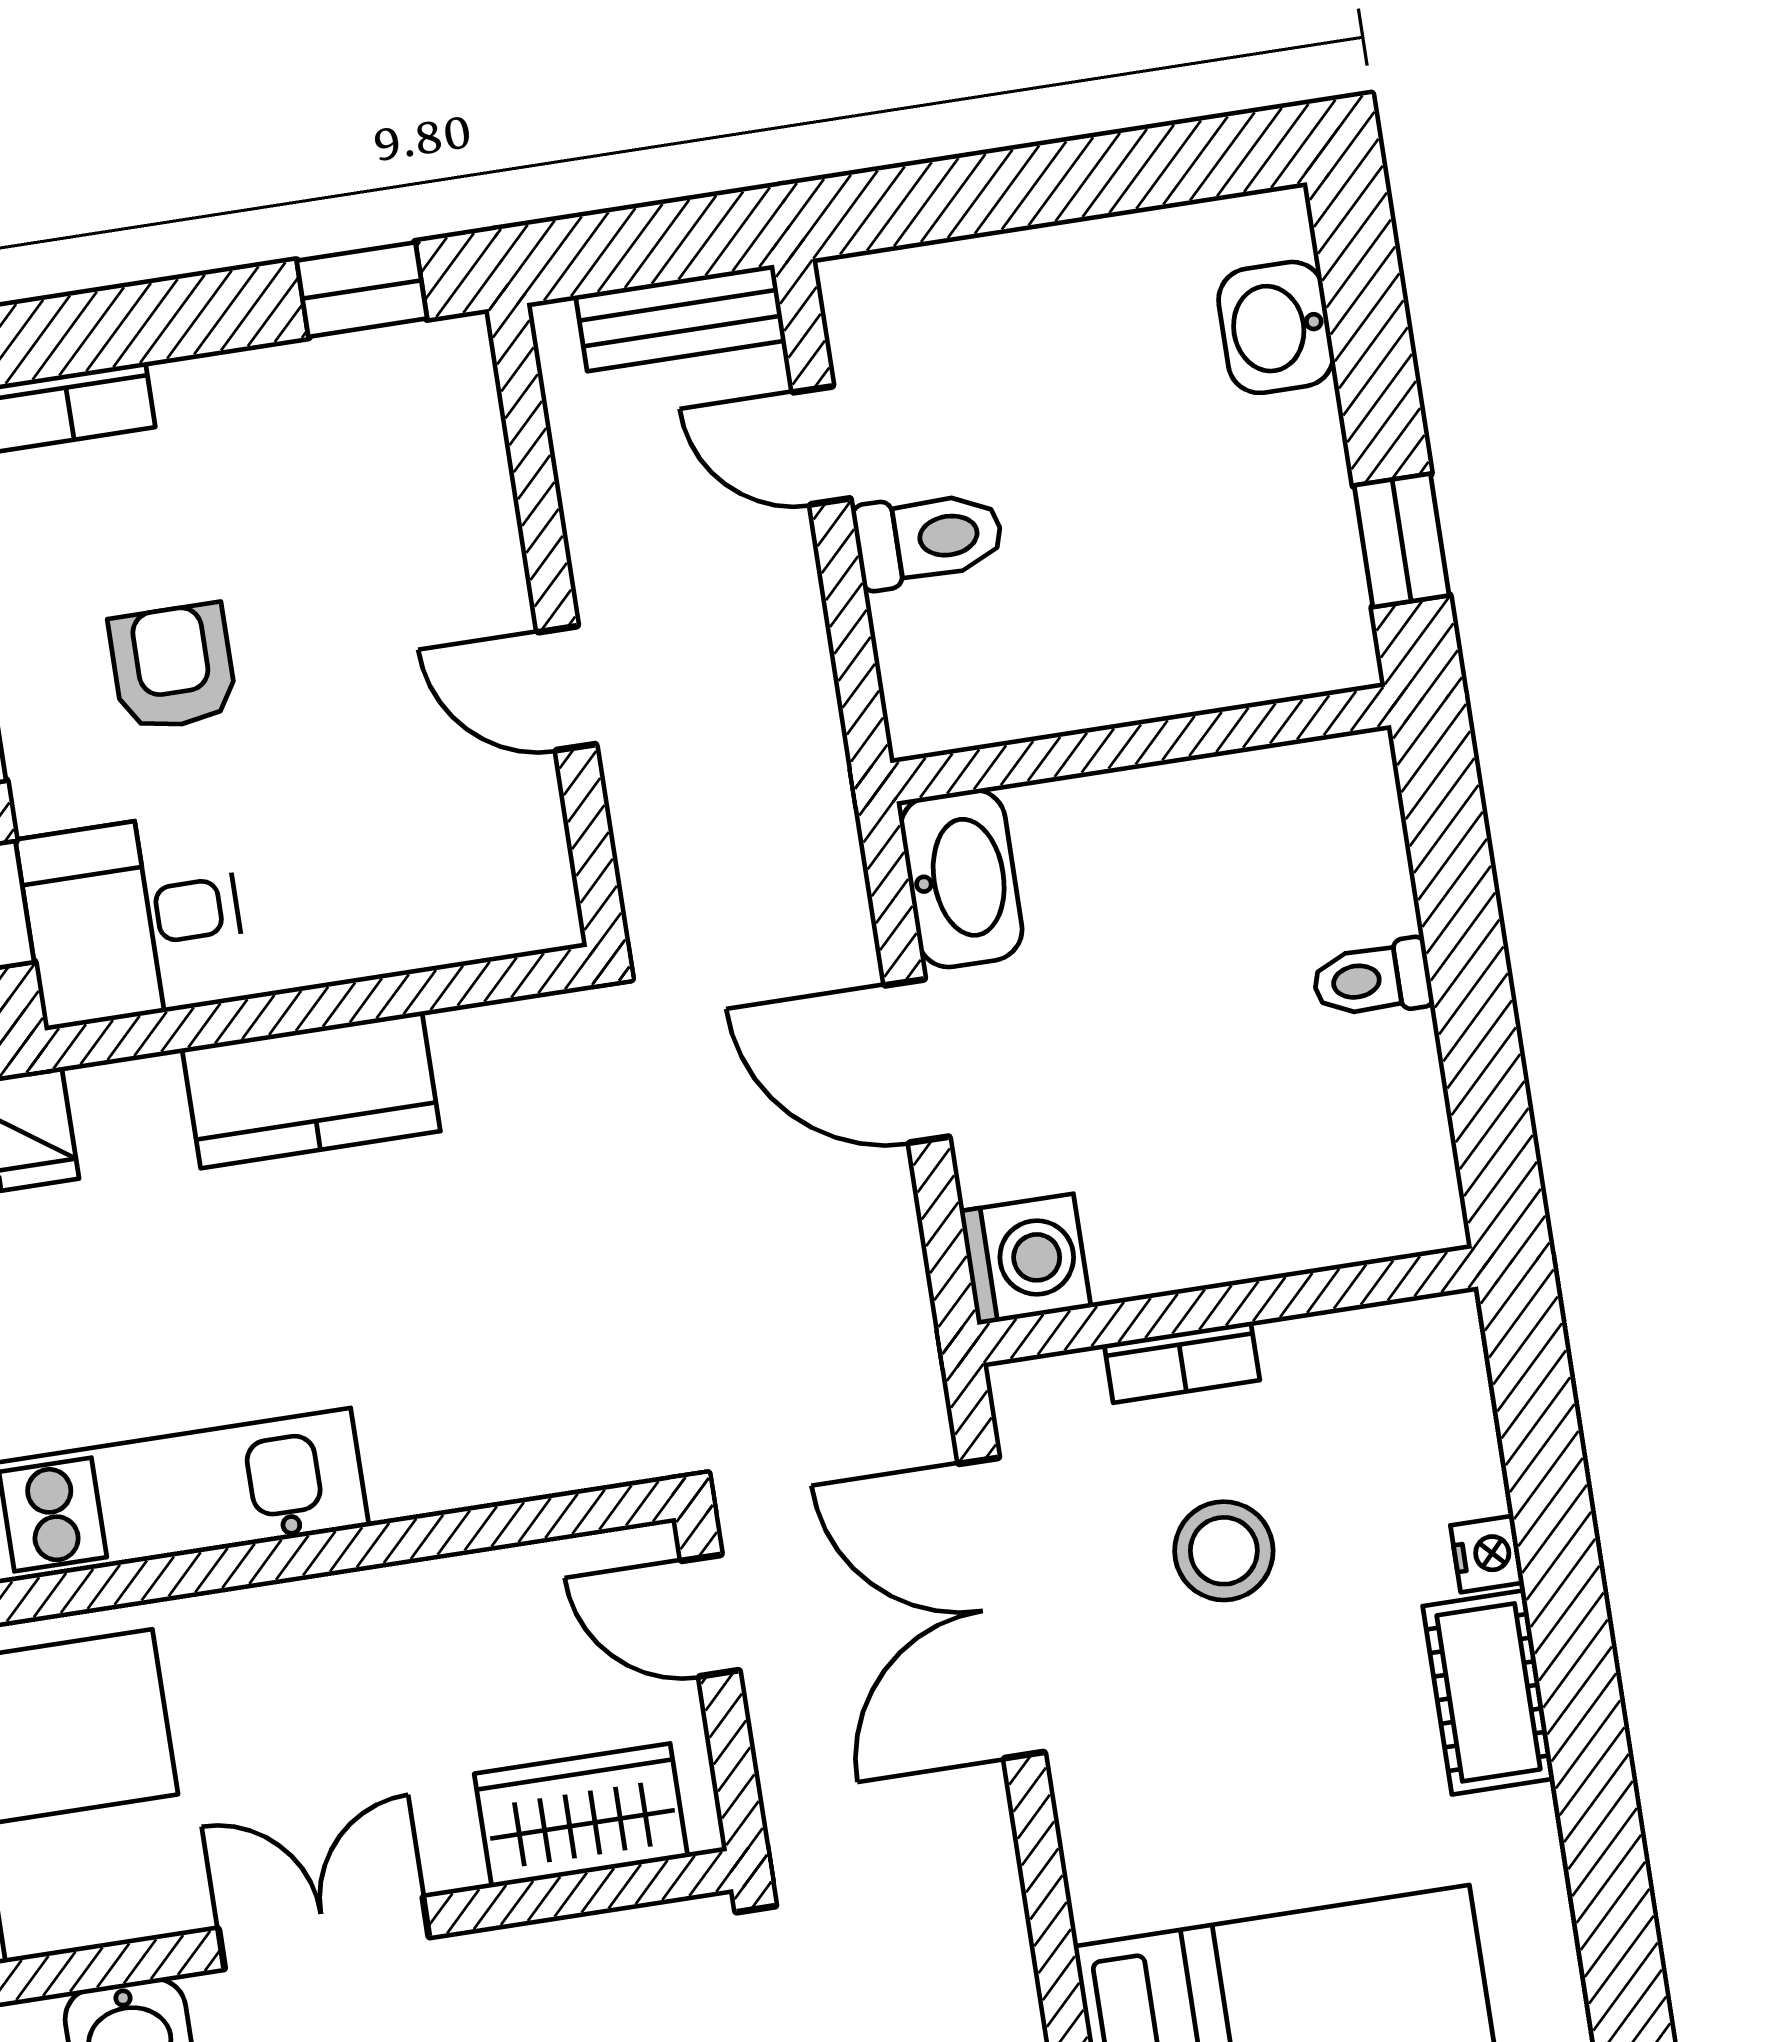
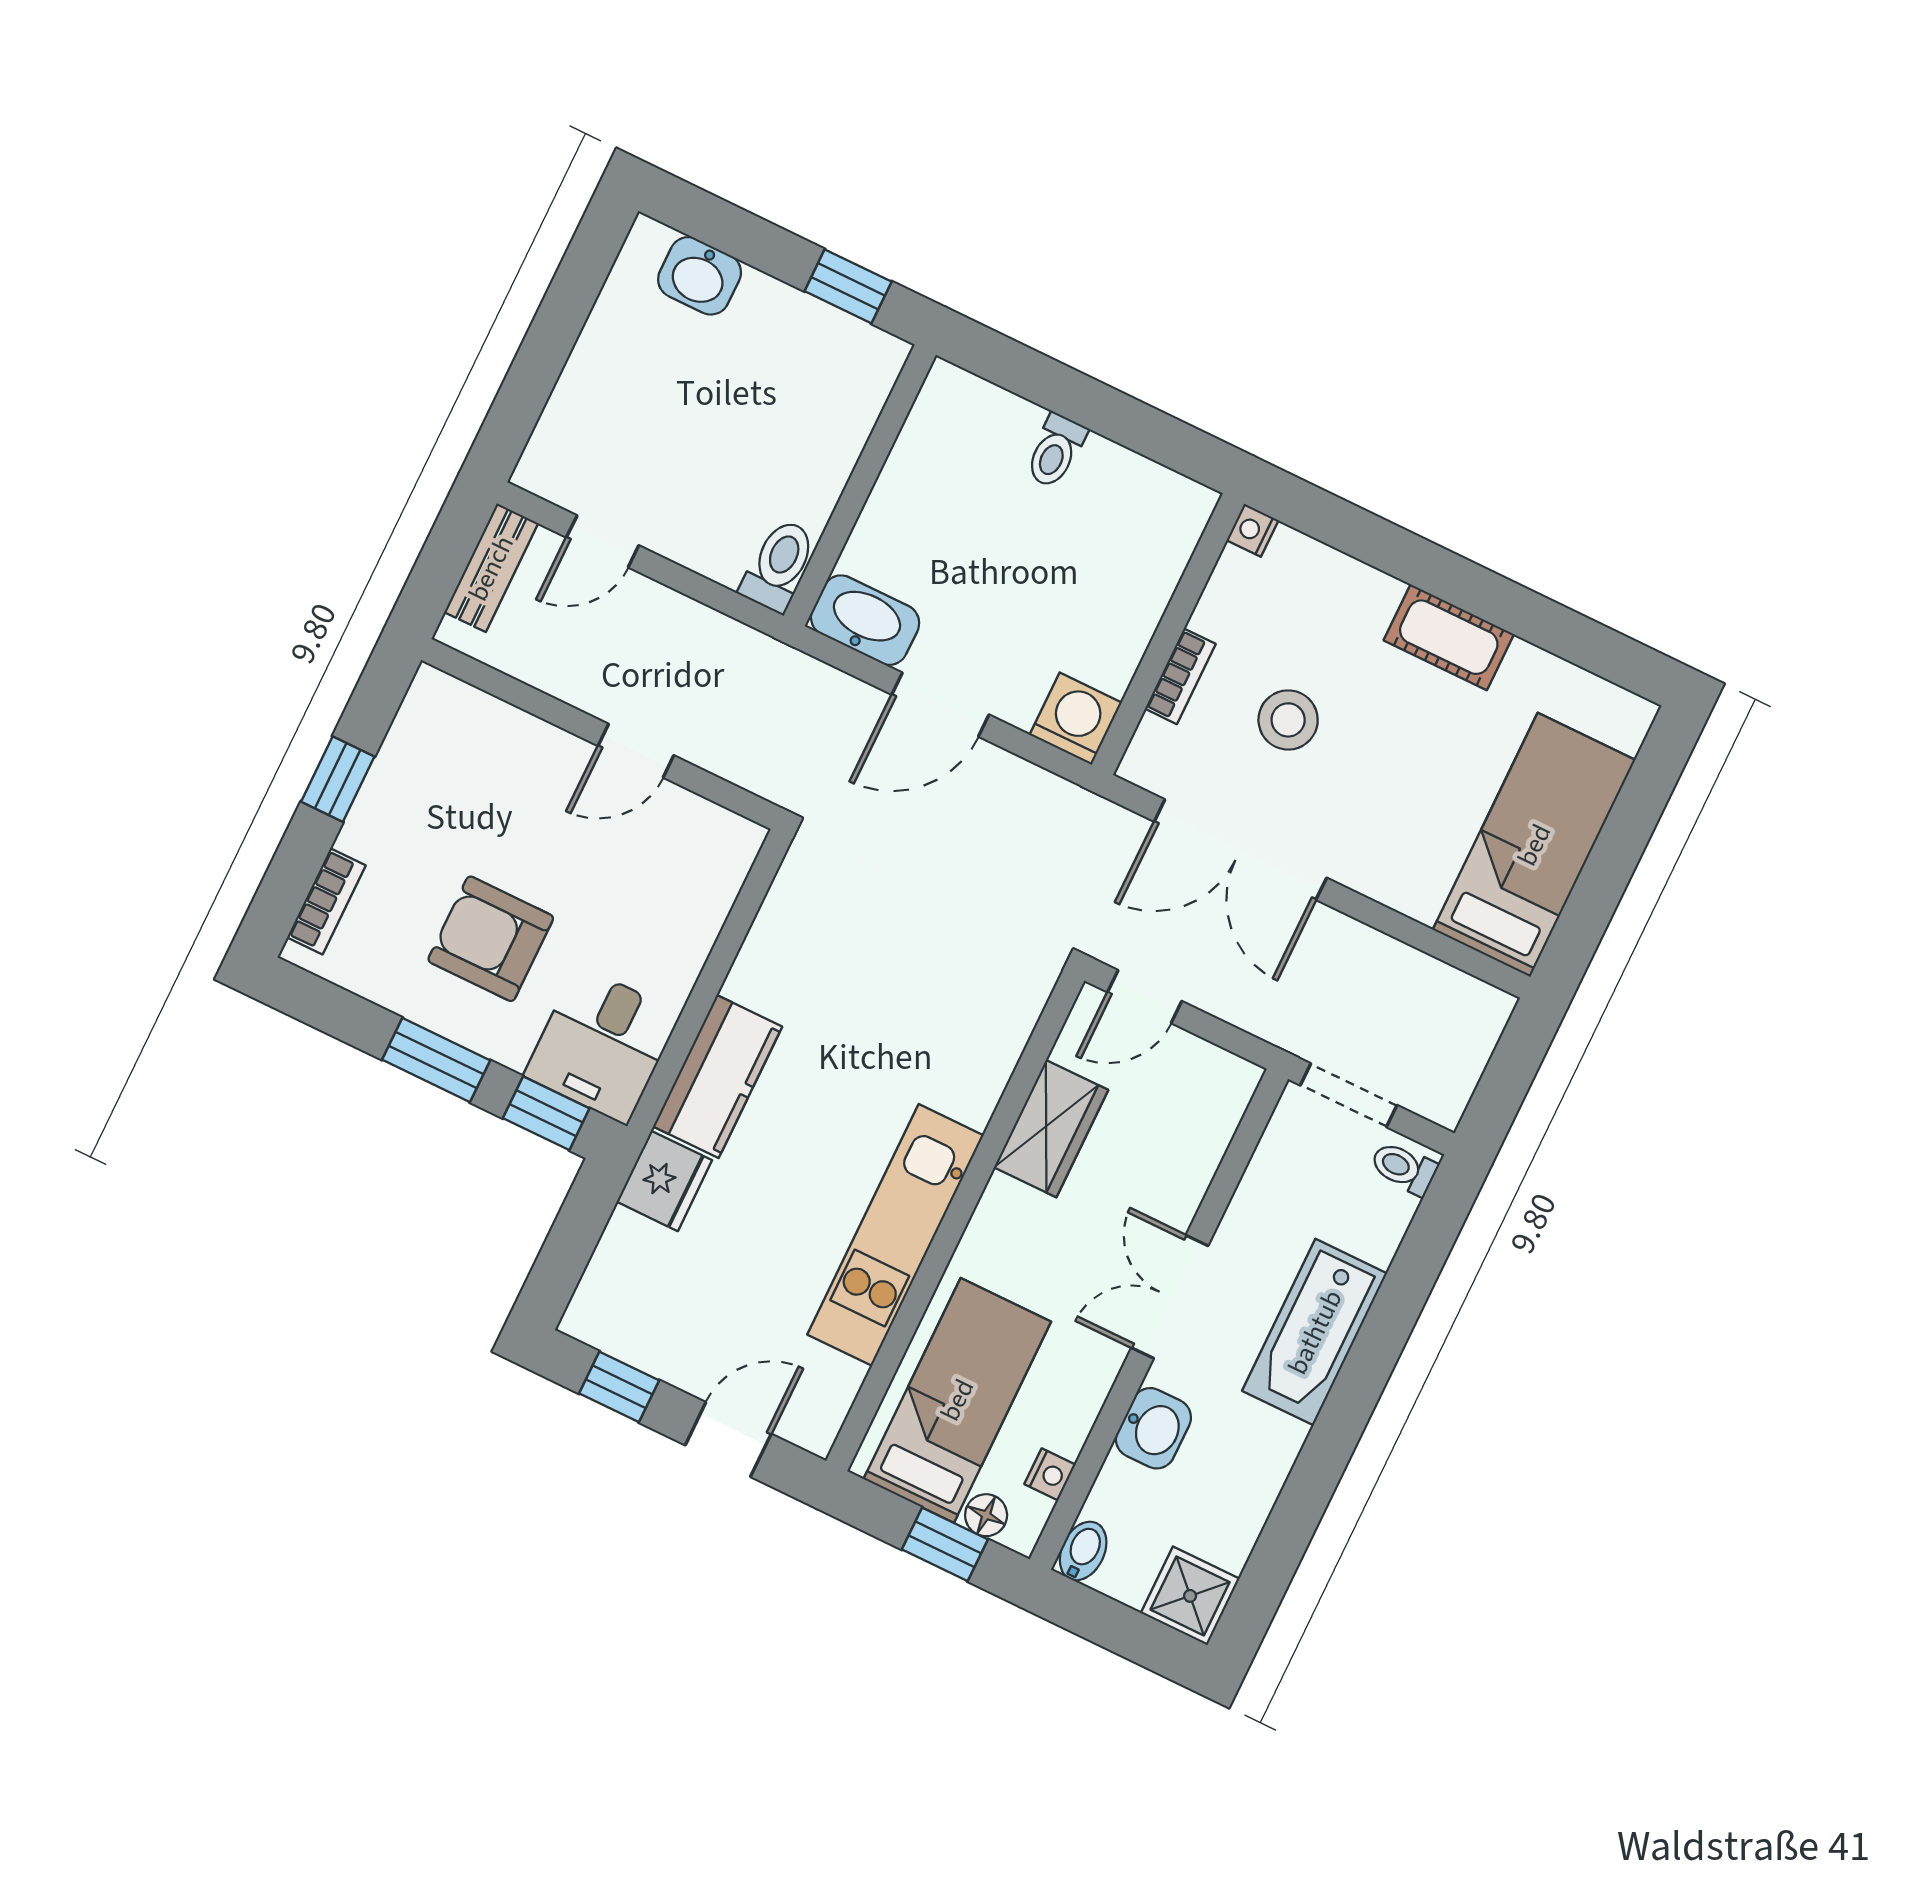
window: (362, 290) -> (338, 779), moved
toilet: (929, 539) -> (779, 565), moved
armchair: (173, 667) -> (491, 939), width x1.38, depth x1.38
kitchen counter: (311, 1090) -> (718, 1076), moved
nightstand: (1487, 1554) -> (1252, 530), moved, turned -90
wardrobe: (581, 1815) -> (1051, 1129), moved, turned 180

